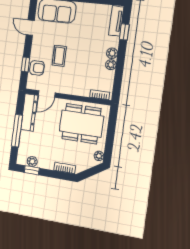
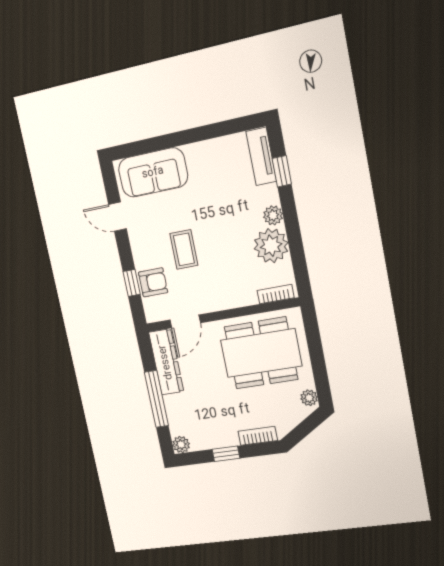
plant: (111, 65) -> (271, 246), width x1.88, depth x1.88
plant: (32, 161) -> (181, 445), moved
window: (32, 170) -> (226, 454), moved

